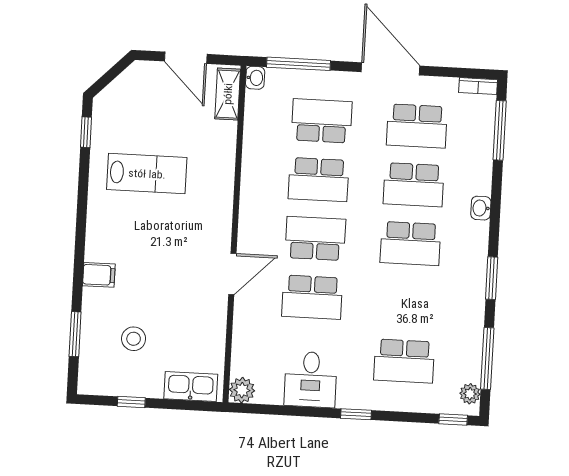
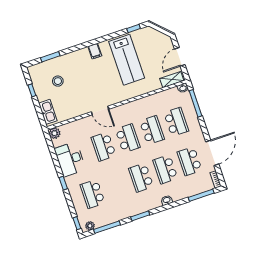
door: (391, 69) -> (212, 153), moved
lab bench: (147, 174) -> (127, 60), width x1.36, depth x1.39
school desk: (319, 180) -> (152, 130), turned 180
filing cabinet: (99, 275) -> (95, 51), moved
desk: (311, 379) -> (70, 159), width x1.37

